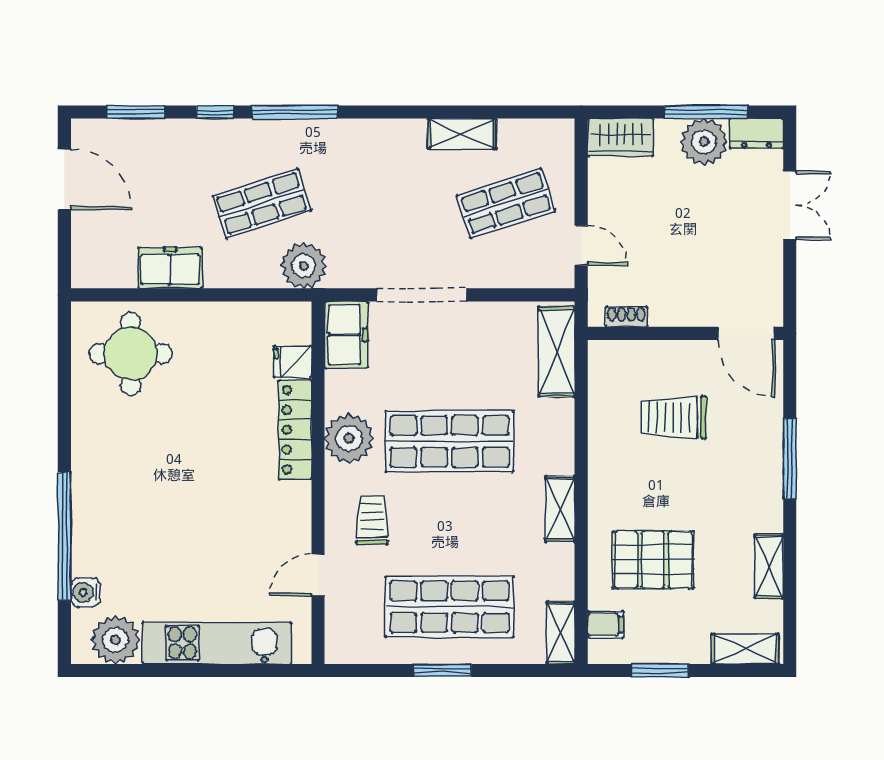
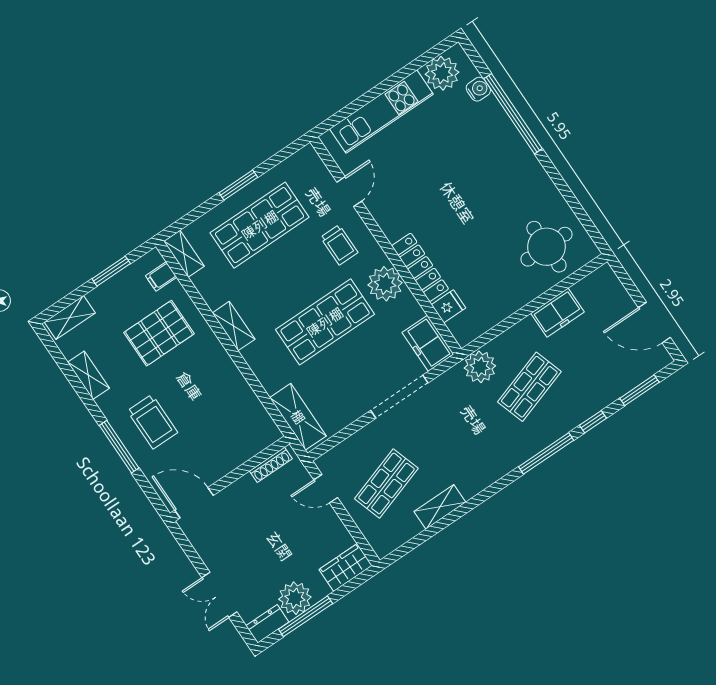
shoe rack: (626, 317) -> (271, 465), width x1.43
trolley: (674, 417) -> (152, 422), moved, turned 90

